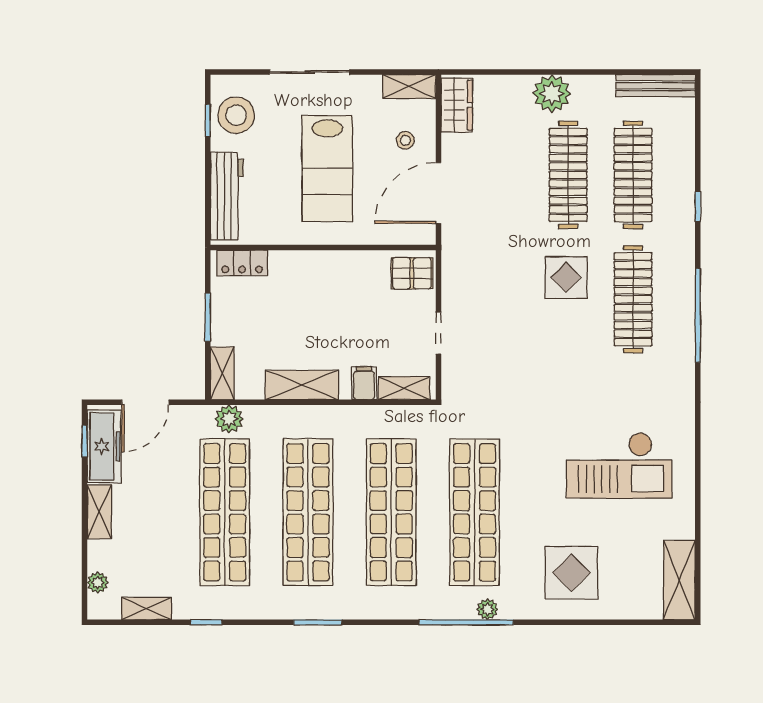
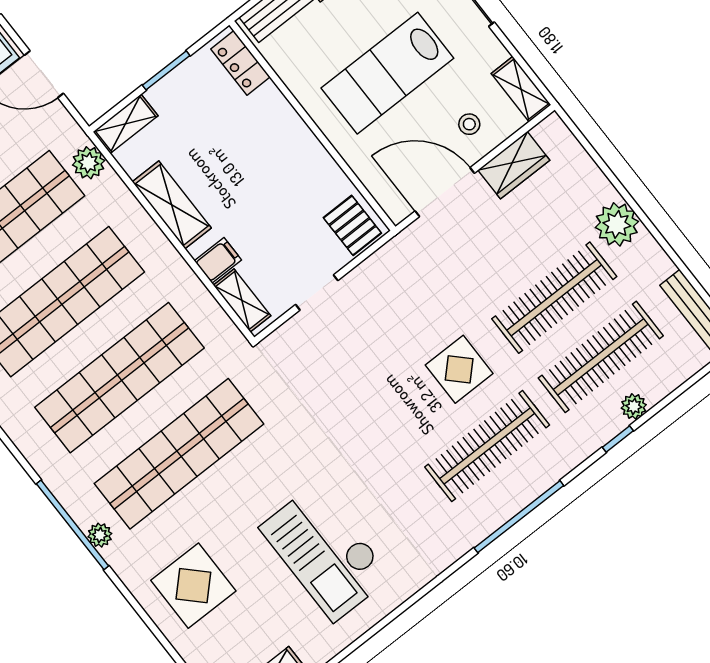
wardrobe: (457, 105) -> (514, 165), moved
plant: (684, 179) -> (634, 406), added

